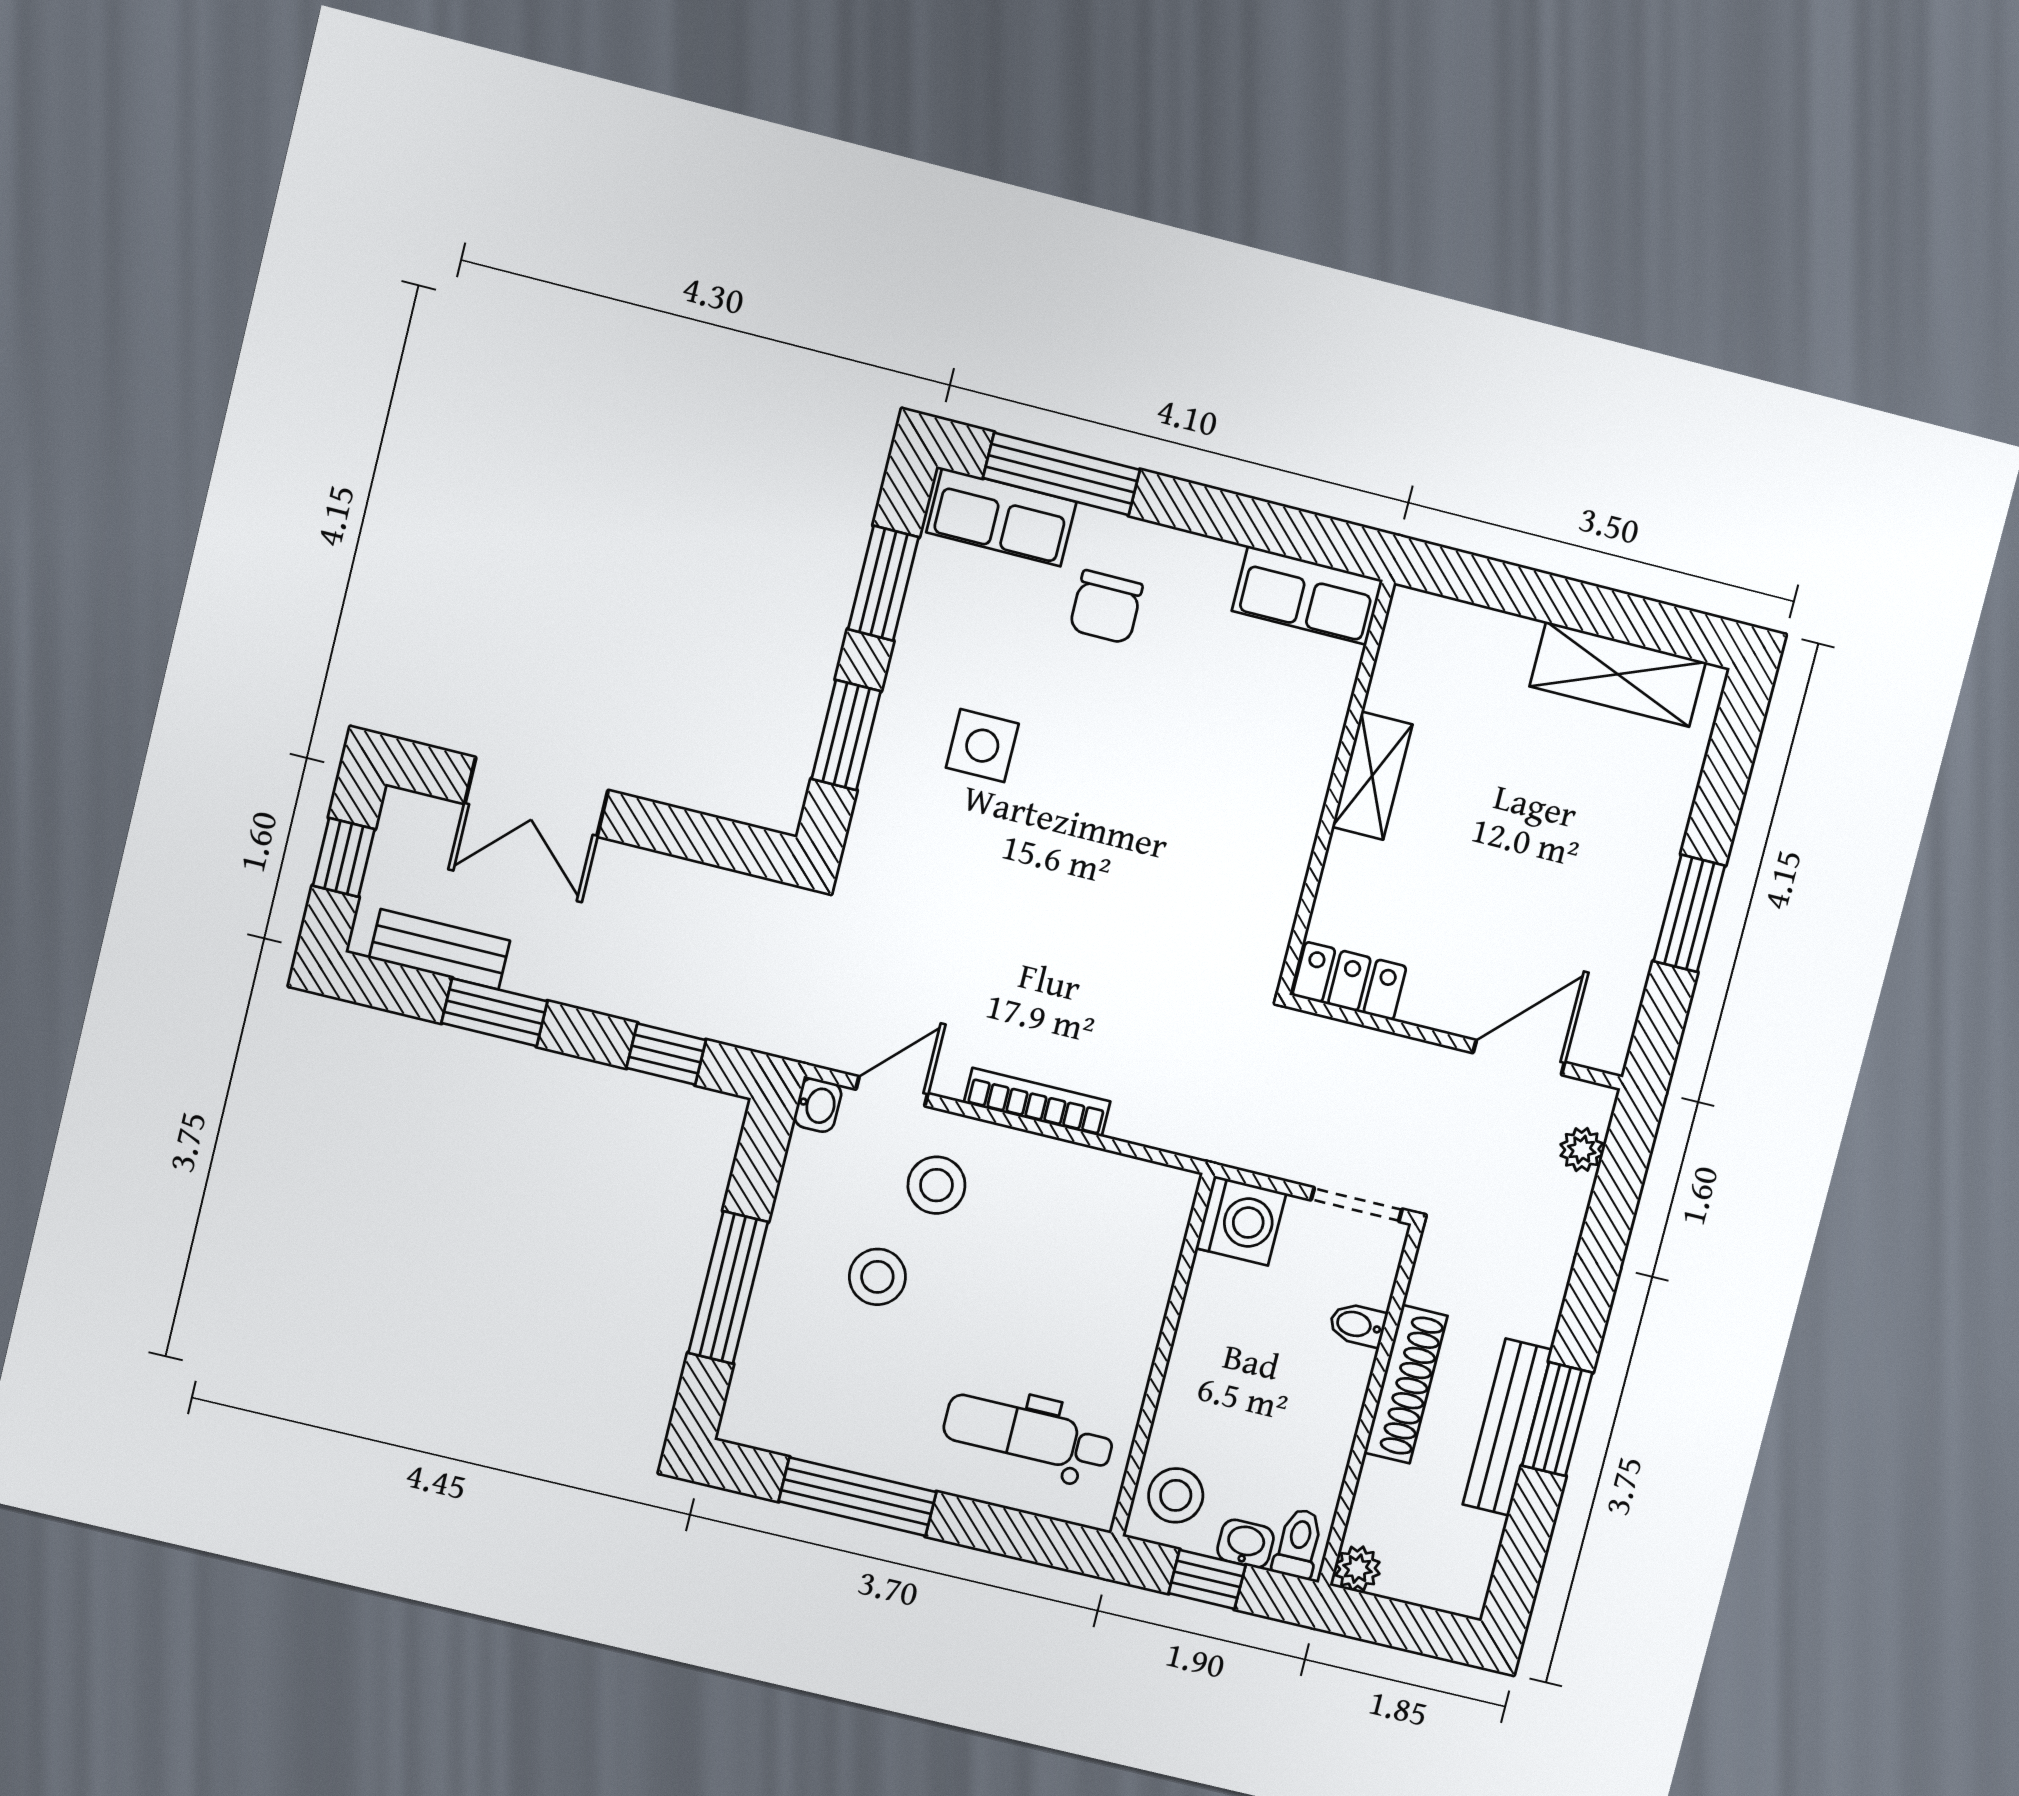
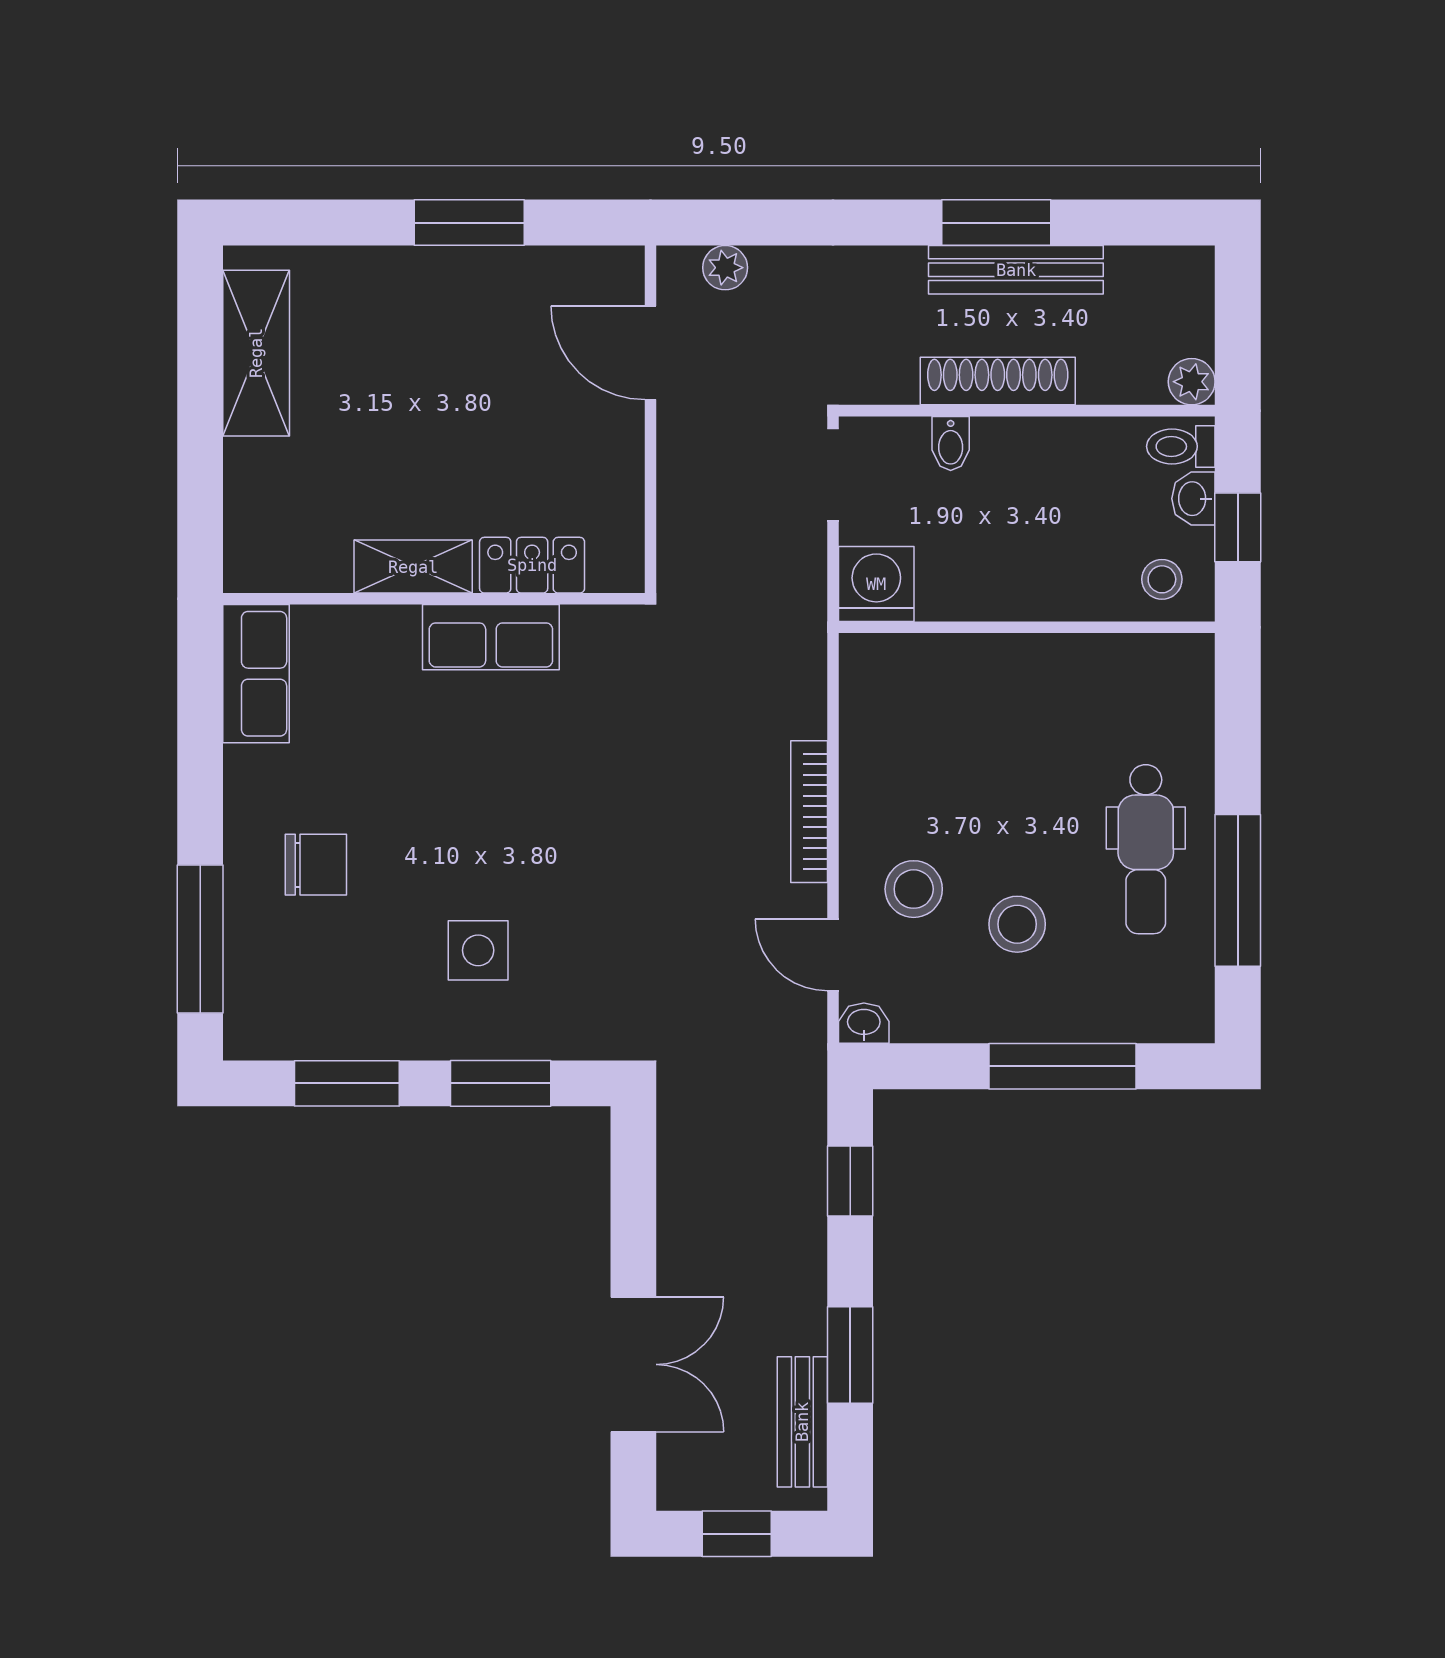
row of seats: (1001, 517) -> (491, 637), moved, turned 90
locker: (1349, 981) -> (532, 565), moved, turned 90
dental chair: (1028, 1434) -> (1146, 849), moved
stool: (1176, 1495) -> (1162, 579), width x0.73, depth x0.73

